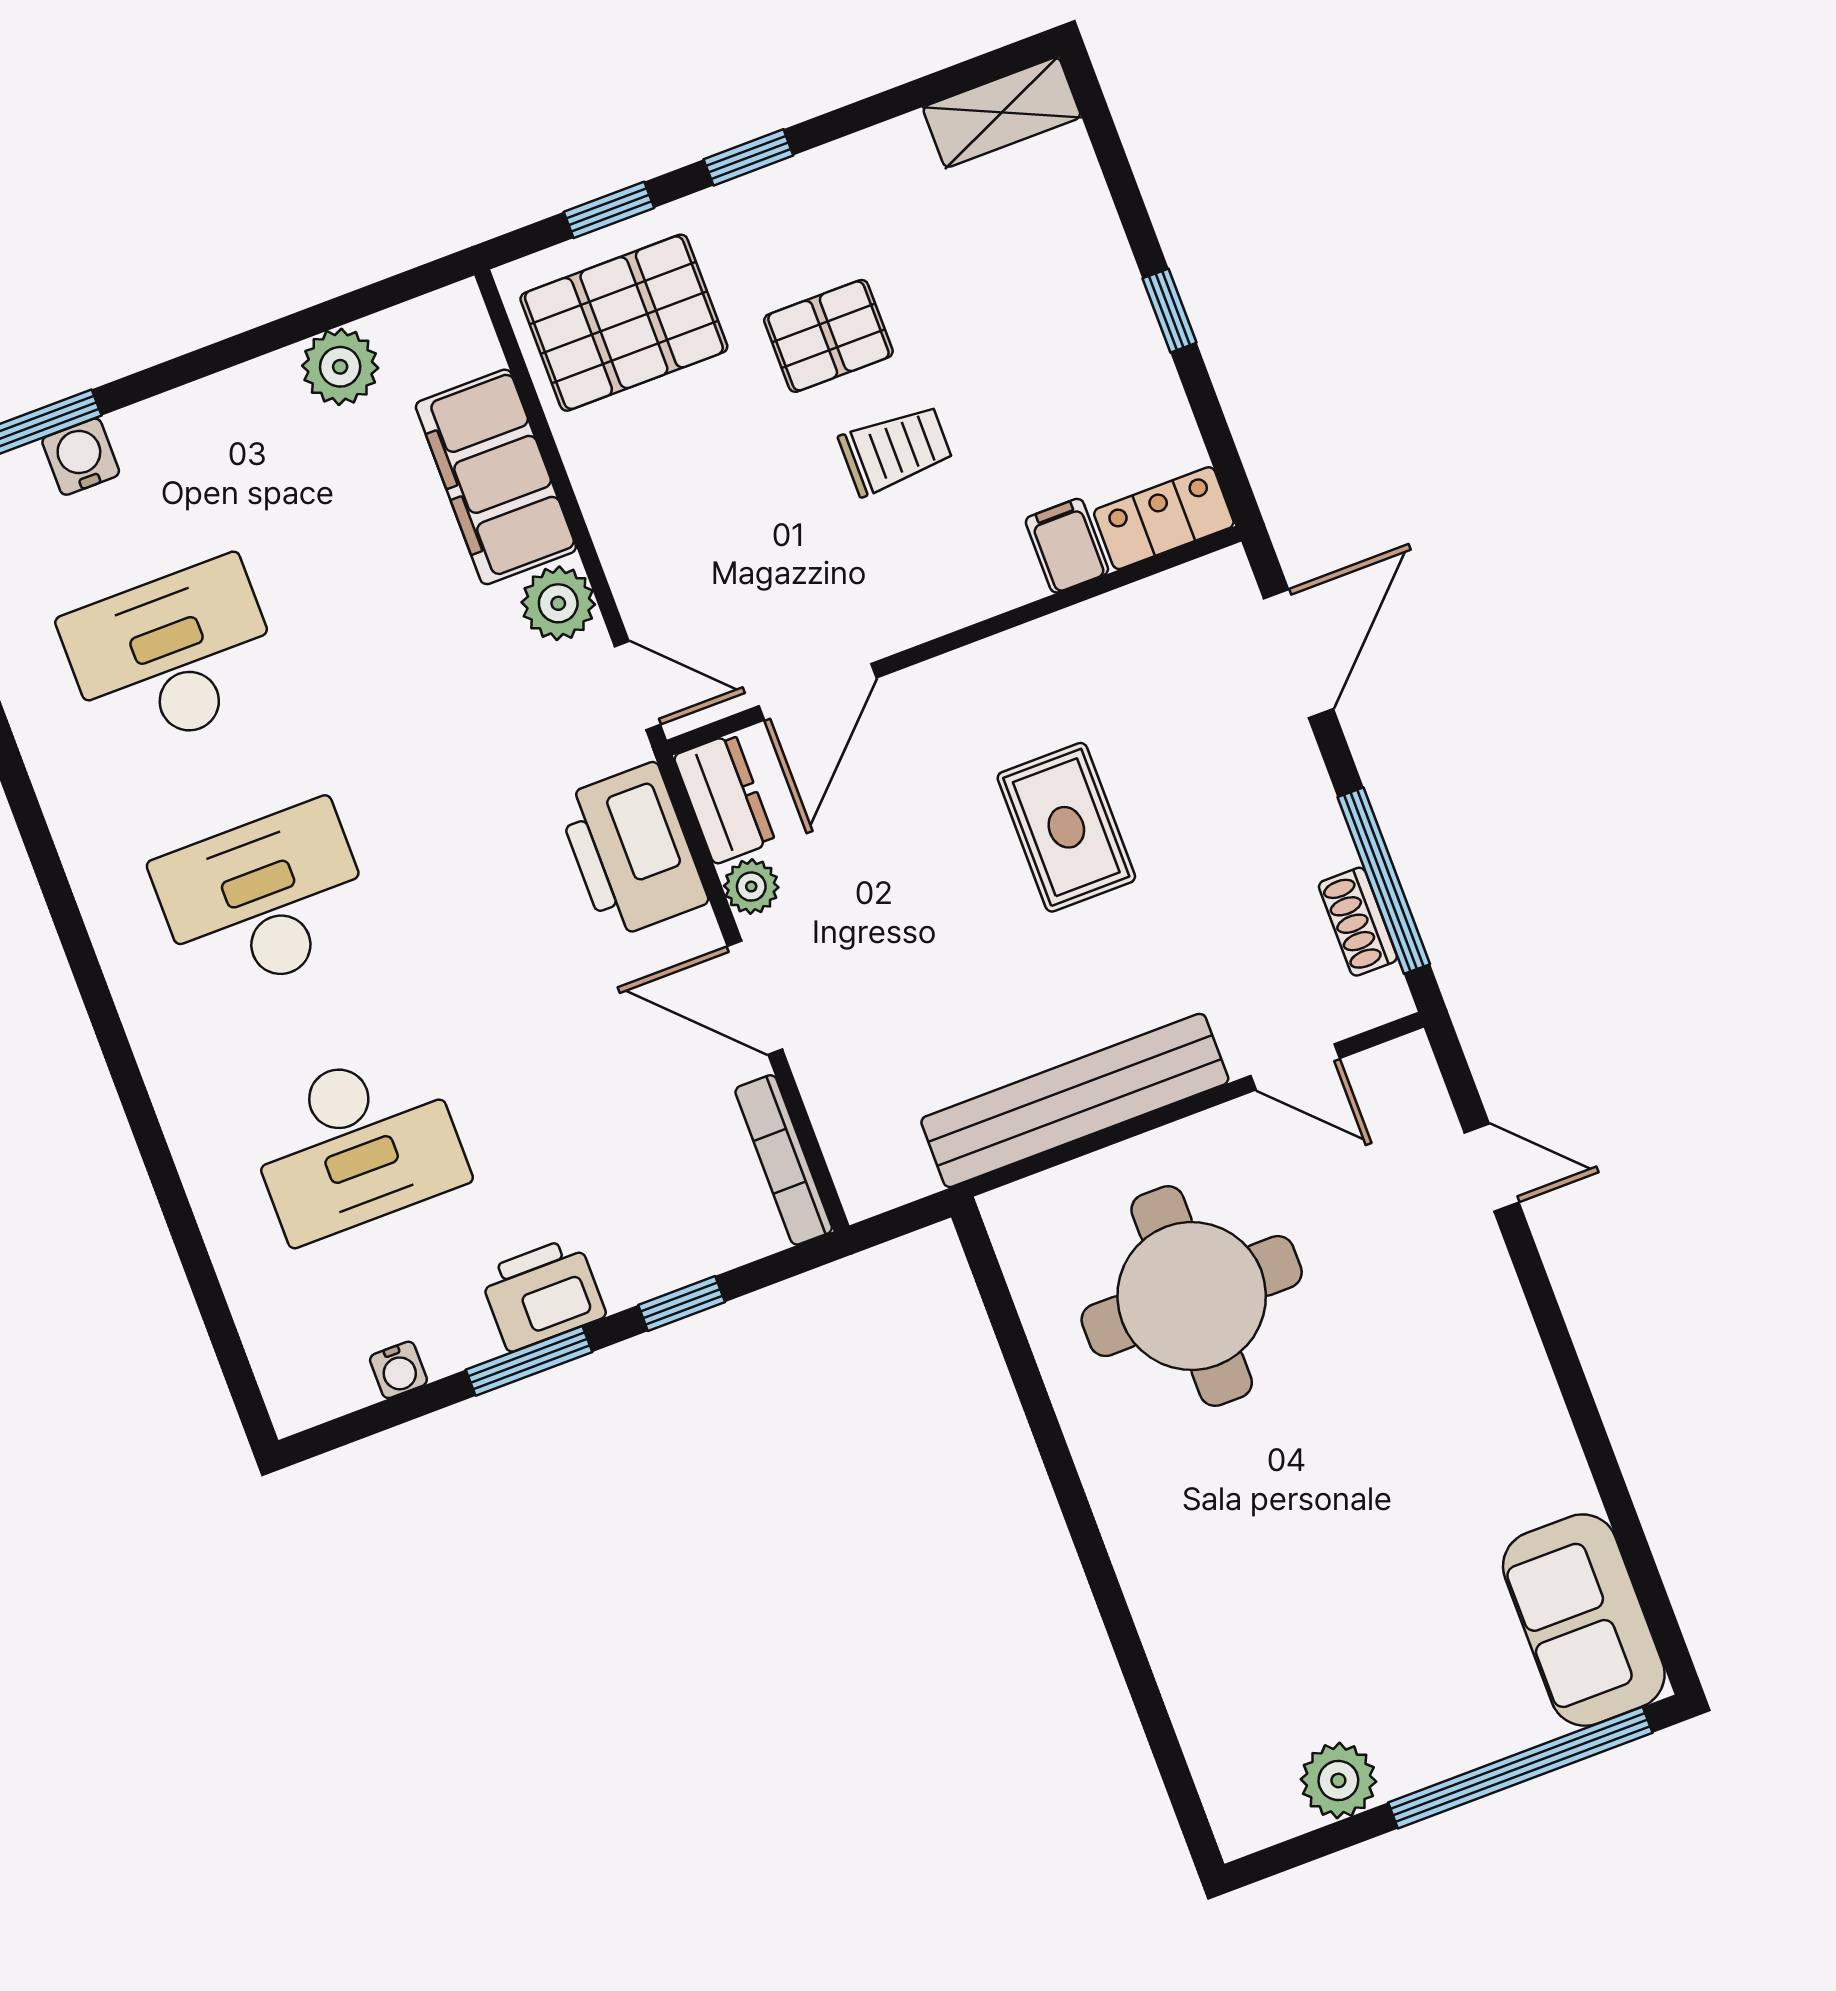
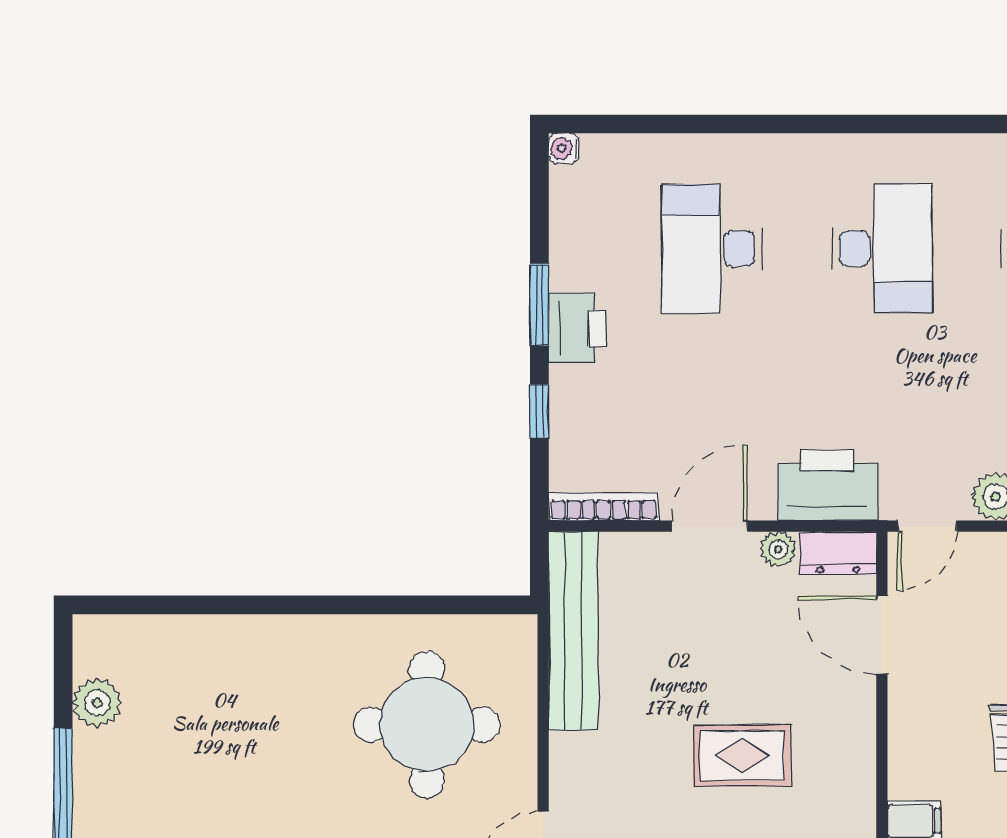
bench: (1075, 1100) -> (573, 631), moved
water cooler: (398, 1370) -> (564, 148), moved

